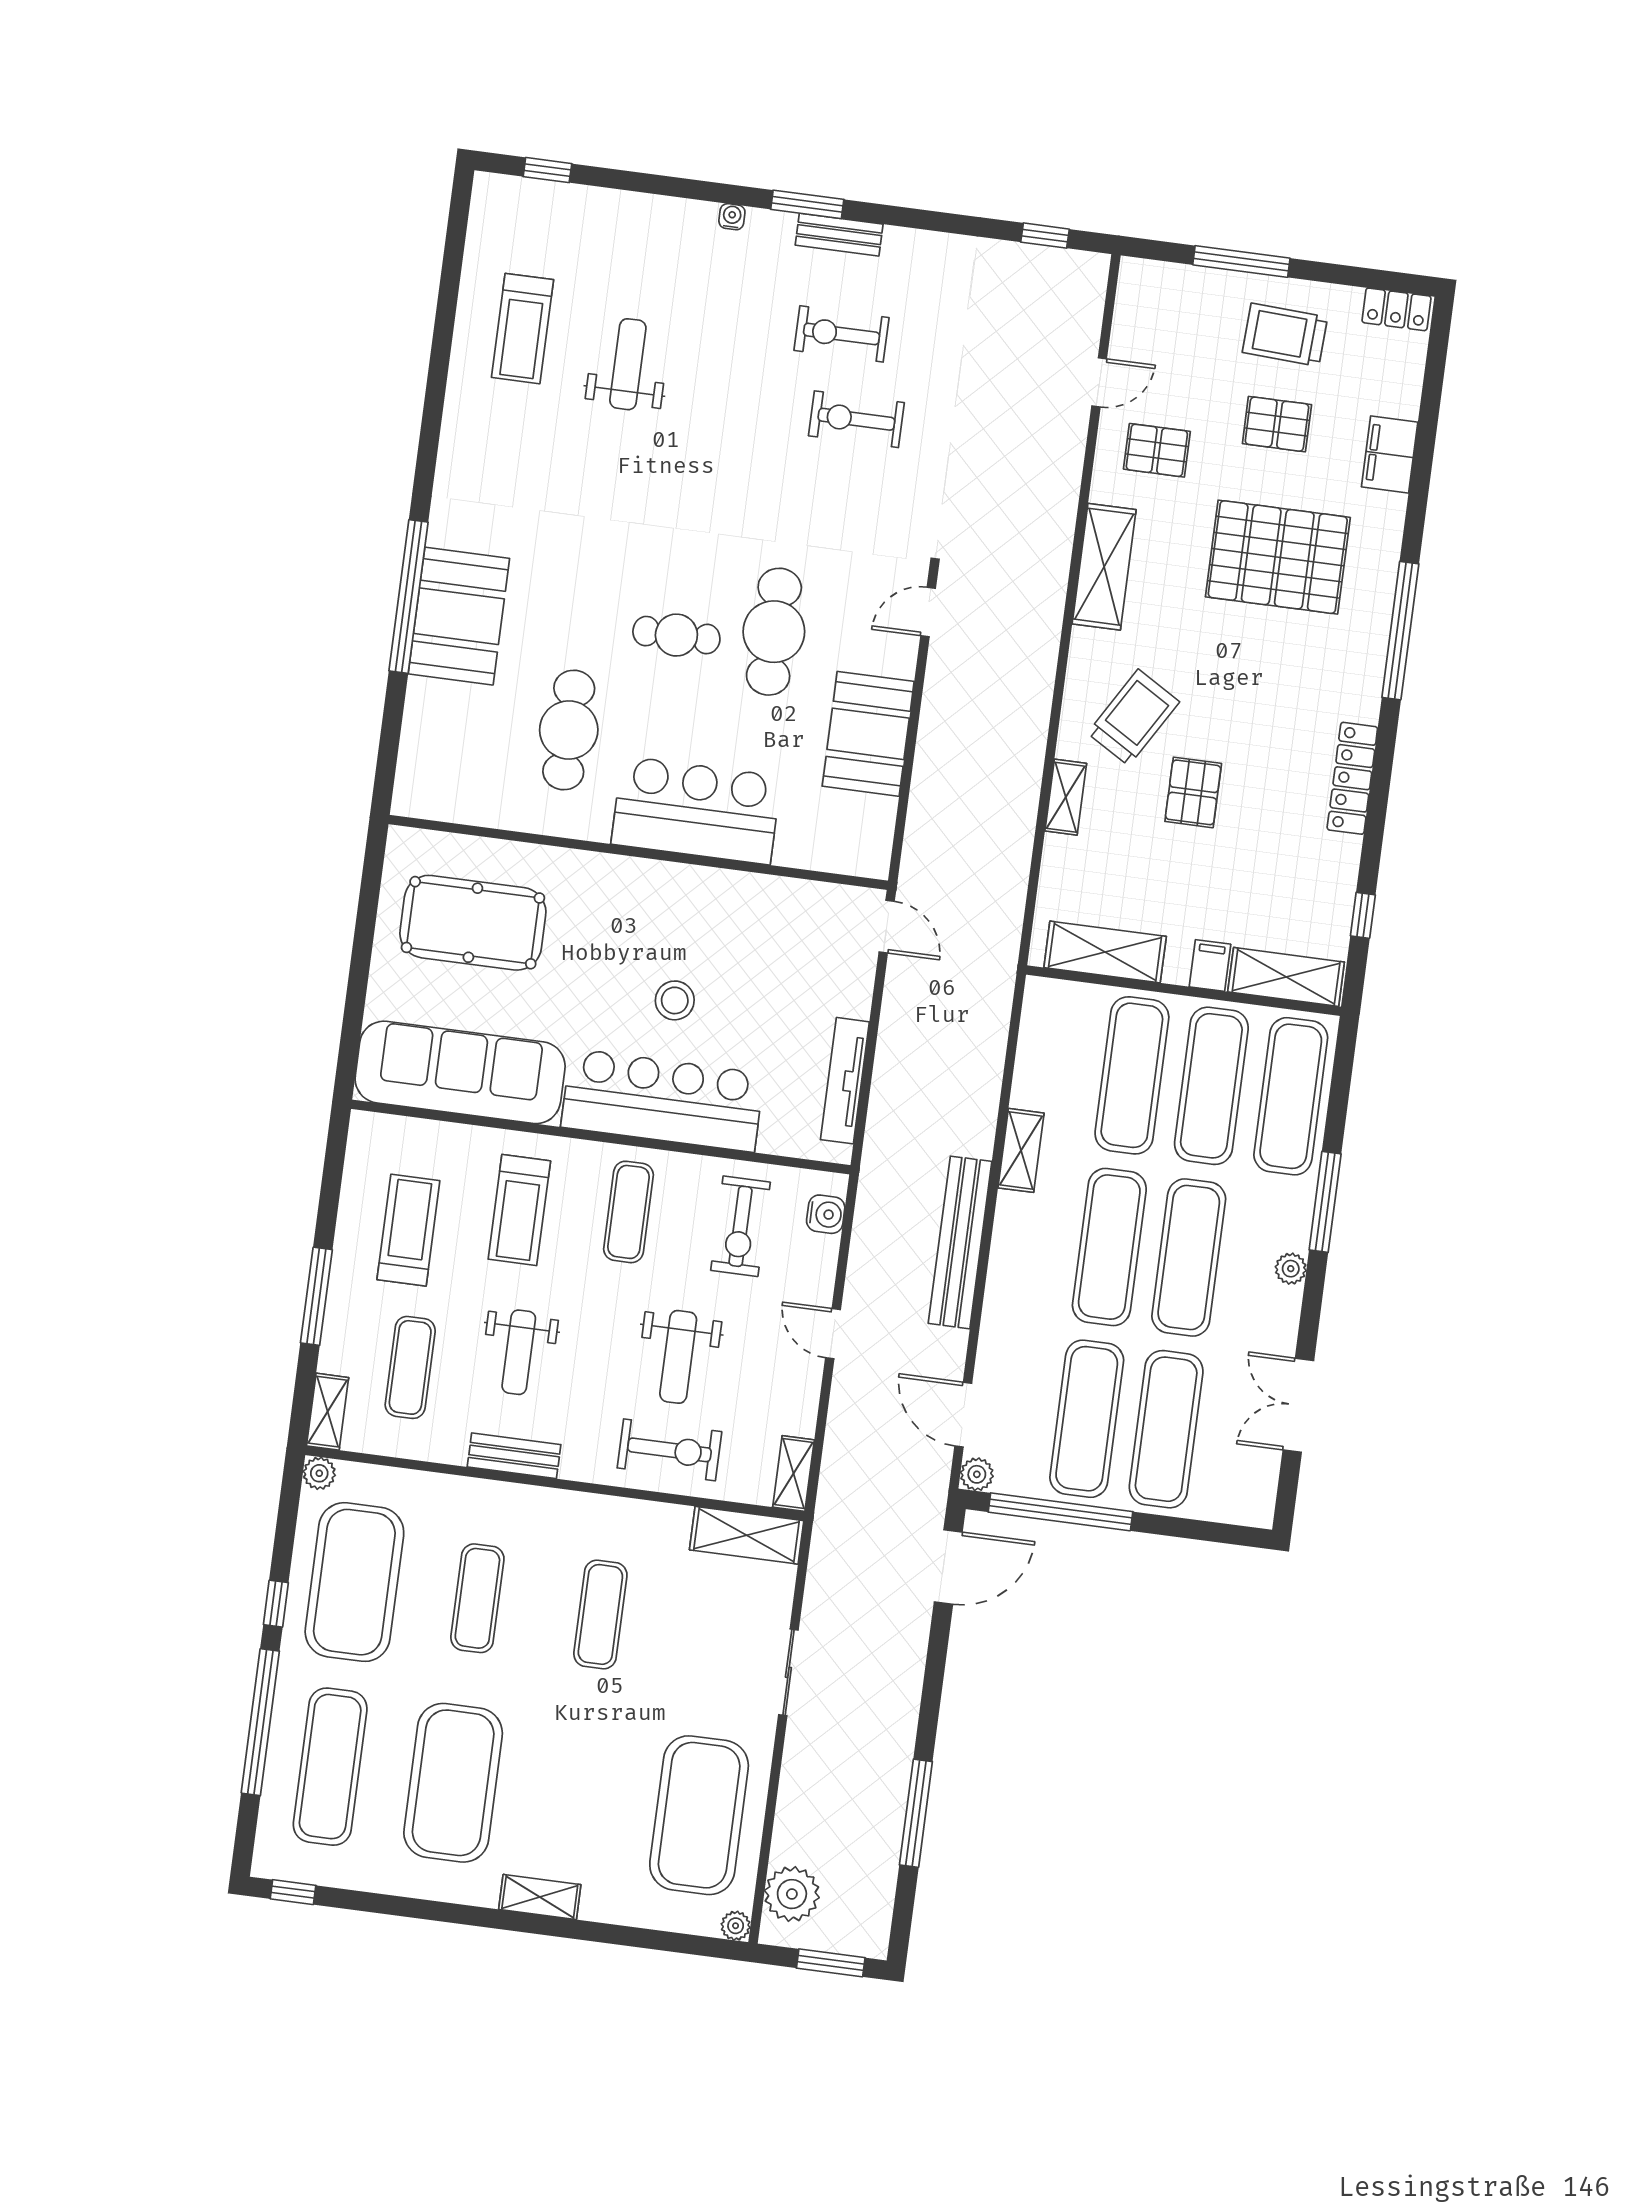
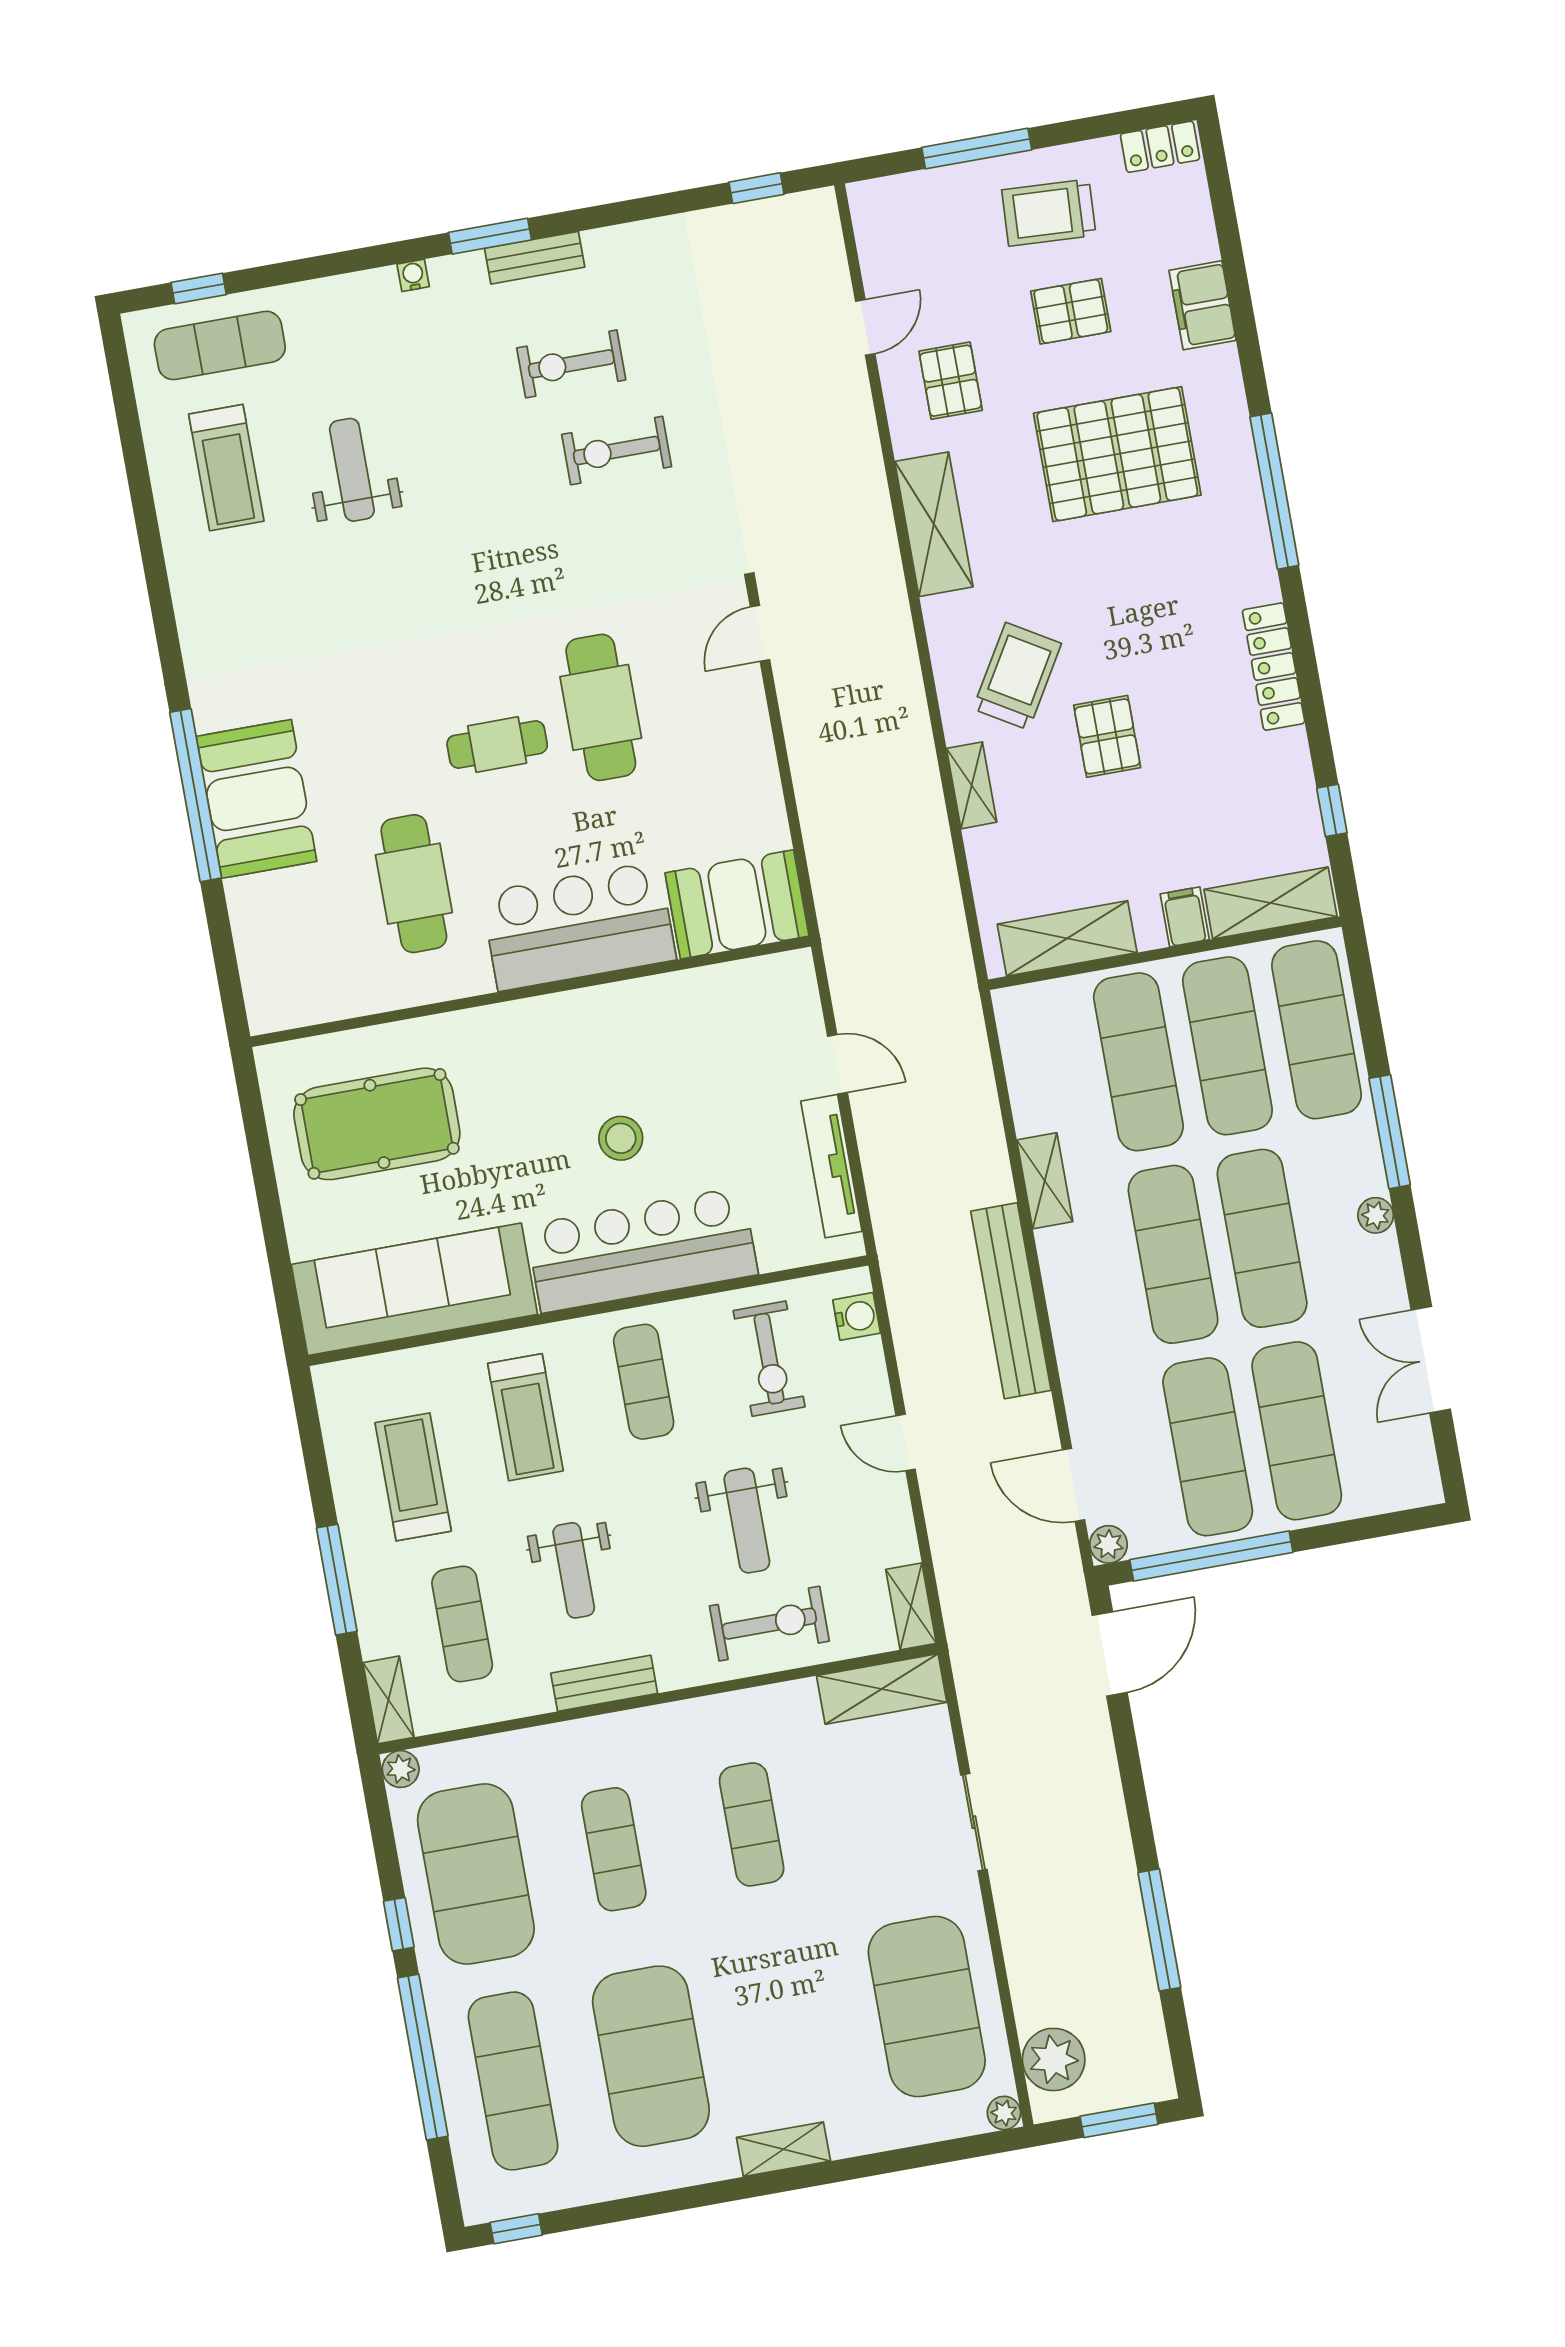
exercise mat: (550, 224) -> (220, 345), added
pallet: (1157, 450) -> (951, 381), turned 90
booth: (868, 734) -> (737, 904), moved, turned 90
door: (887, 927) -> (838, 1064), moved

